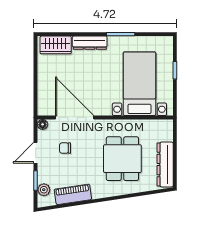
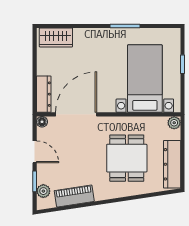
dresser: (90, 43) -> (44, 94), moved, turned -90
door: (75, 117) -> (76, 114), hinge flipped
plant: (167, 125) -> (174, 123), added
chair: (65, 148) -> (66, 147), removed
door: (36, 153) -> (35, 152), swing flipped

